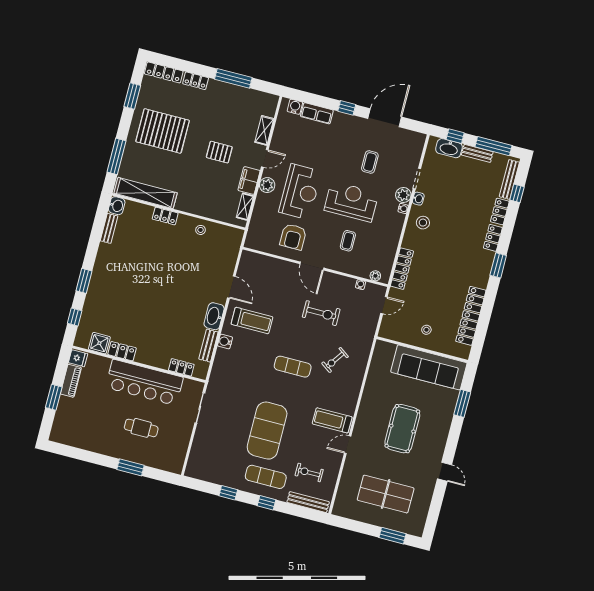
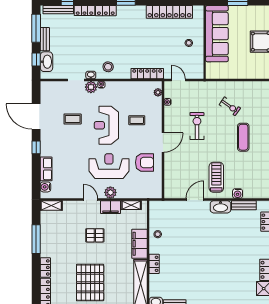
shelving: (264, 130) -> (51, 205), moved
pallet: (219, 152) -> (95, 235), turned 90
filing cabinet: (195, 204) -> (139, 244), added

